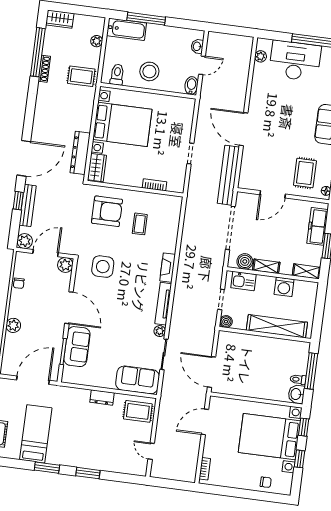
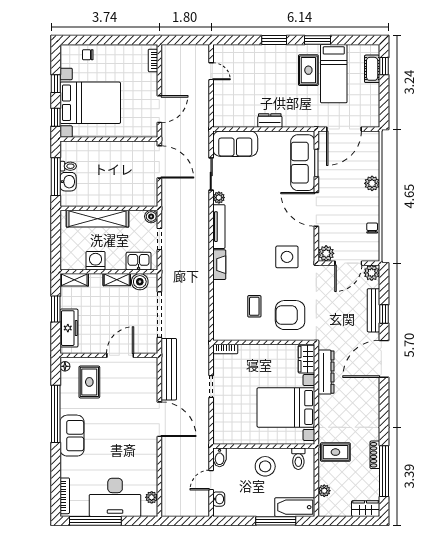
bookcase: (154, 185) -> (225, 349), moved
sofa: (77, 347) -> (303, 163), width x1.36
washbasin: (296, 394) -> (68, 182), moved
rug: (138, 411) -> (308, 70), moved, turned 90

